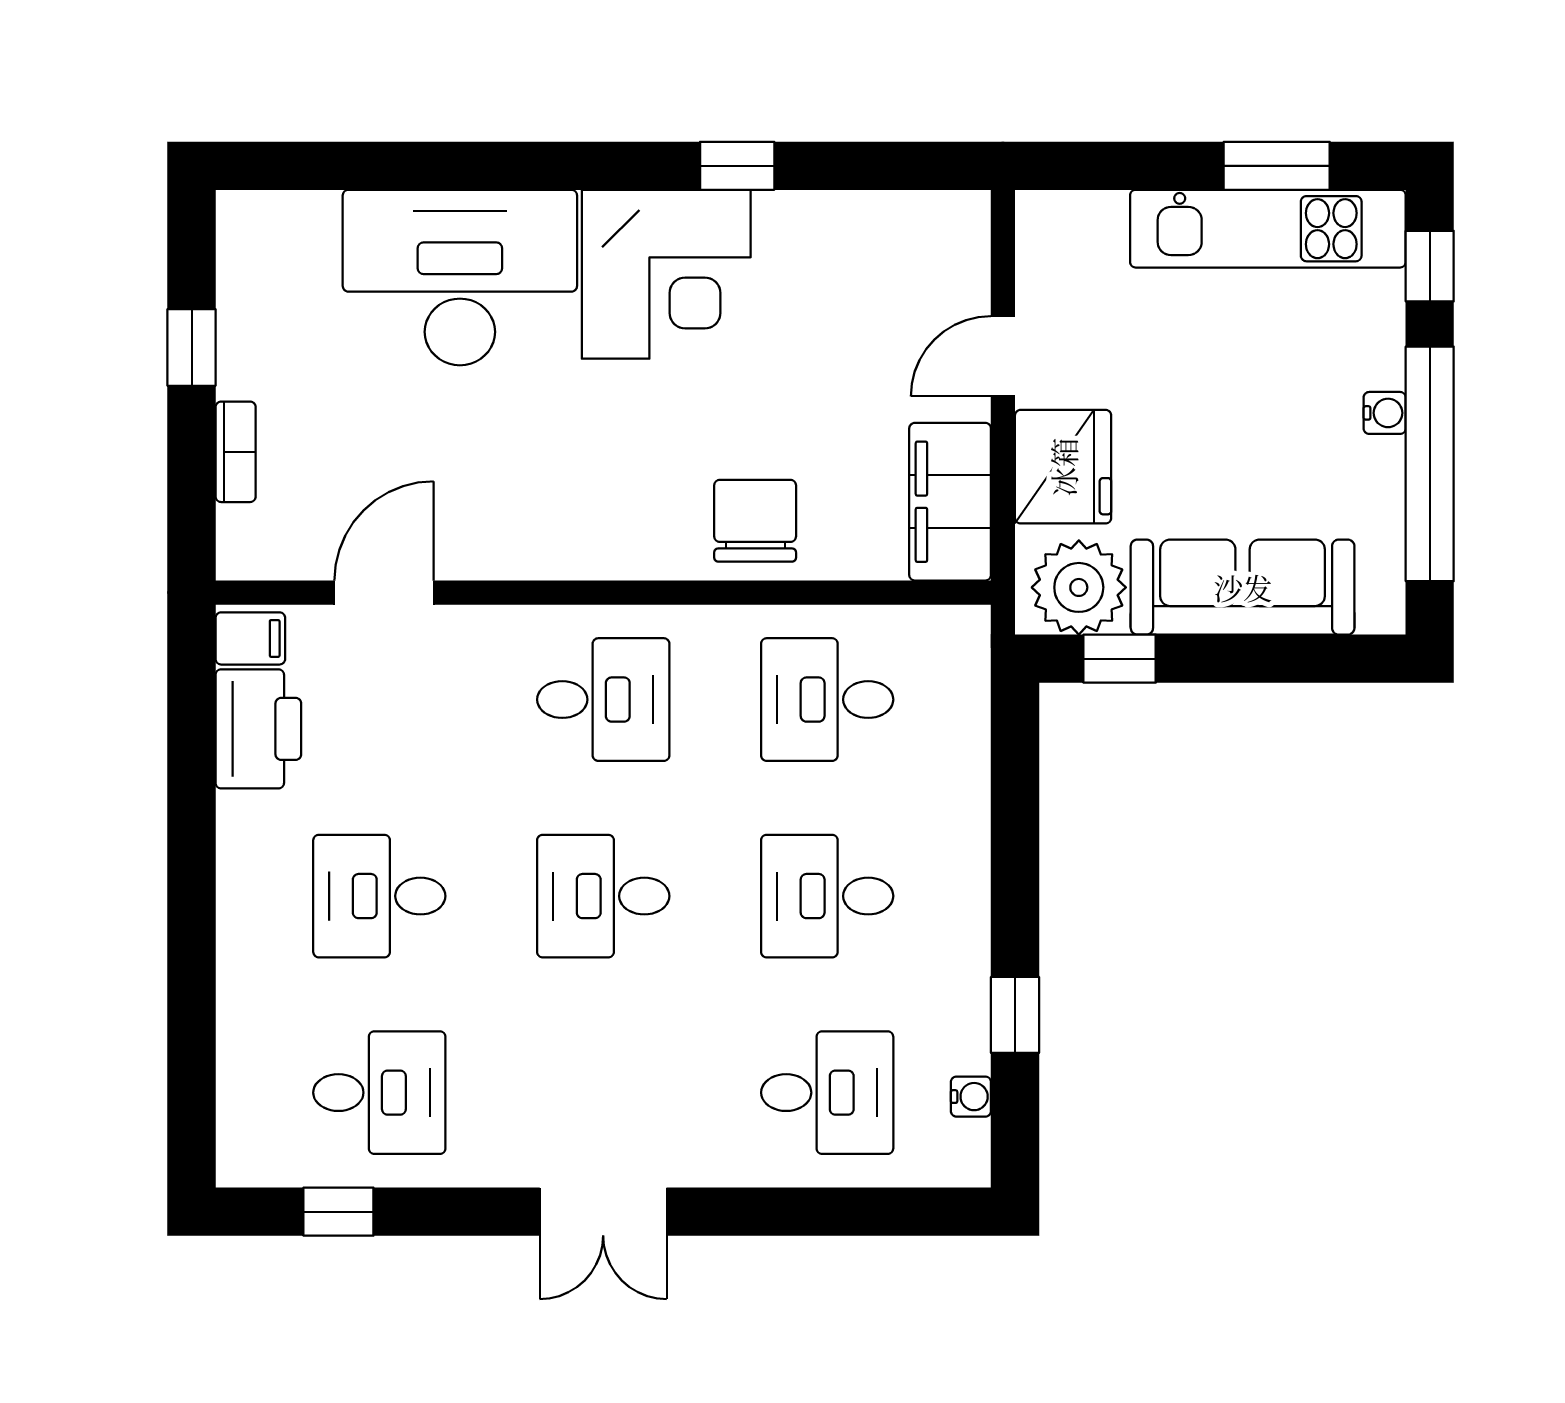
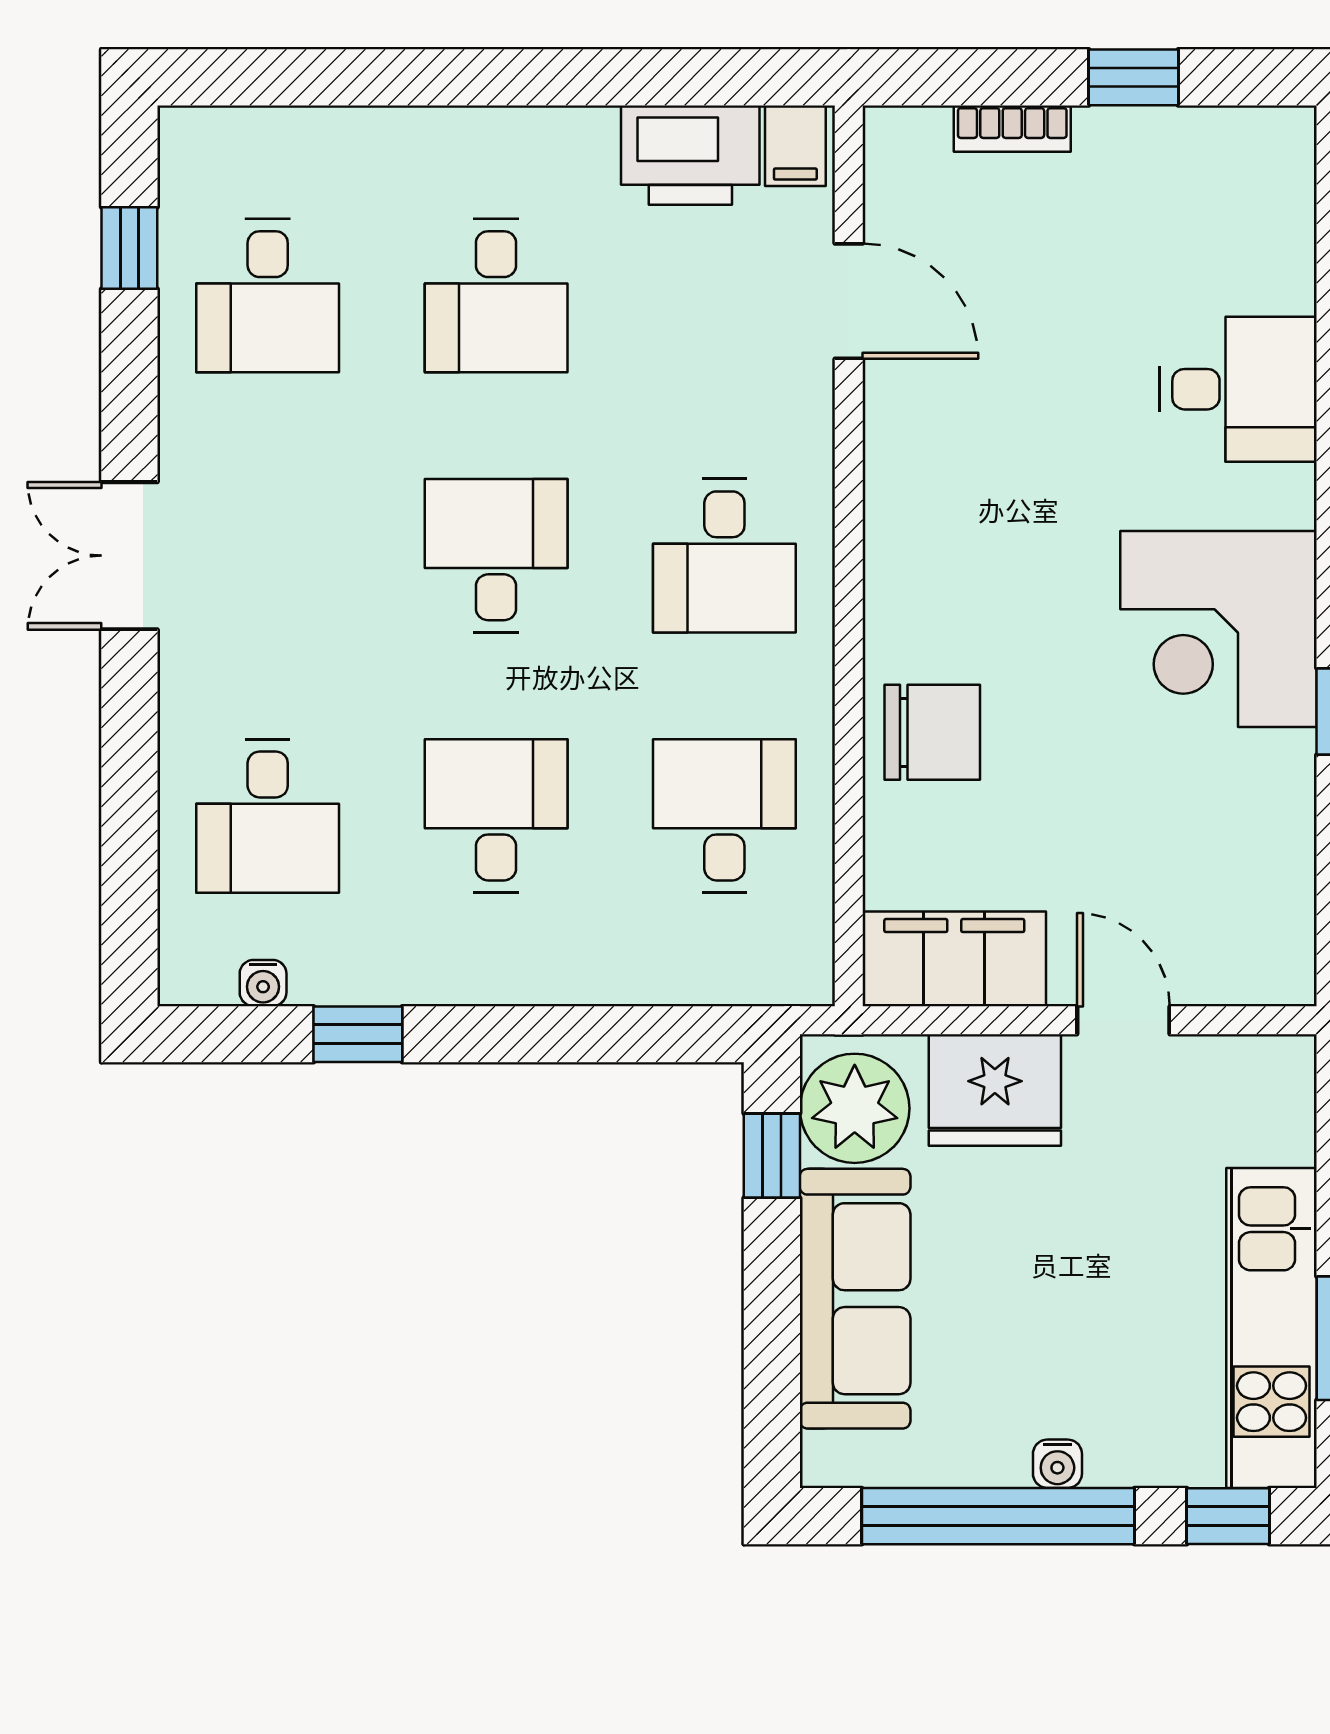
desk: (460, 278) -> (1238, 389), width x0.53, depth x0.77
desk: (379, 896) -> (496, 296), turned 180

